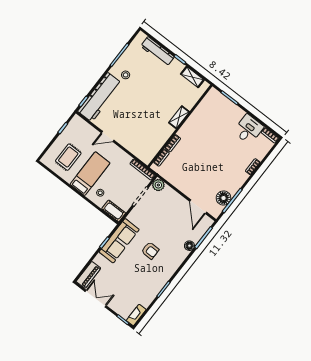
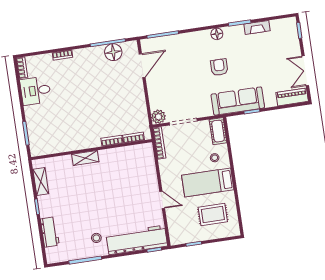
workbench: (157, 51) -> (50, 232), width x0.73
floor lamp: (189, 246) -> (217, 34), moved
fireplace: (136, 315) -> (257, 27), moved

